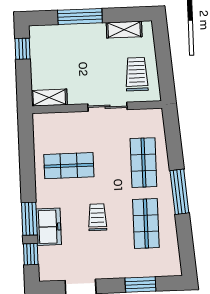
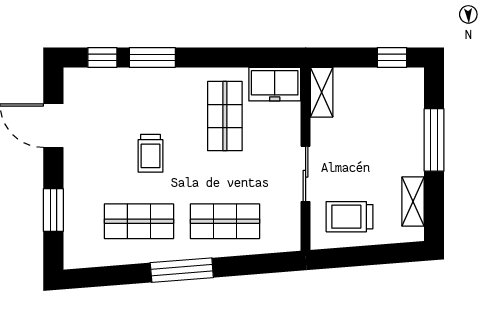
trolley: (137, 74) -> (350, 217), turned 180
trolley: (97, 217) -> (150, 153), turned 90
freezer: (49, 227) -> (275, 84), moved

